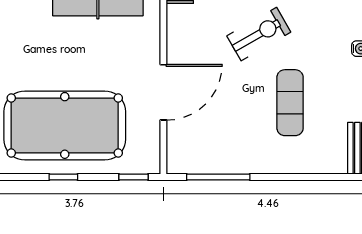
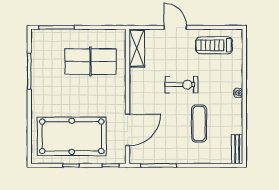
exercise bike: (259, 34) -> (181, 85), turned 30
door: (163, 92) -> (128, 130), moved

